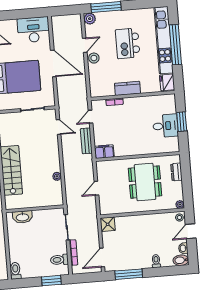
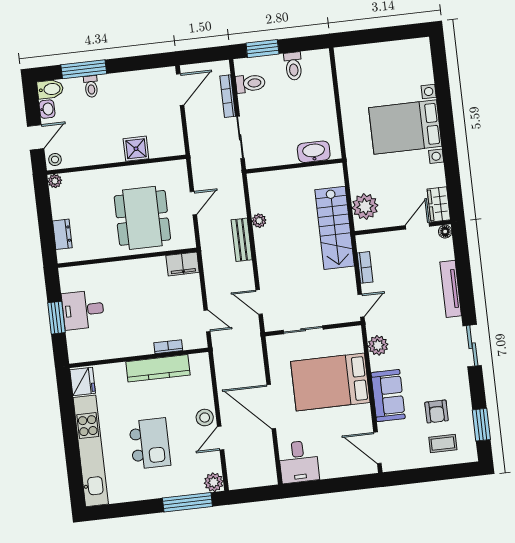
desk: (34, 30) -> (299, 462), width x0.73
window: (175, 45) -> (71, 444), removed
kitchen counter: (128, 88) -> (158, 368), width x1.50
door: (91, 117) -> (207, 321), hinge flipped
bench: (86, 141) -> (242, 240), moved
dining table: (145, 182) -> (142, 218), moved
shower: (108, 224) -> (136, 149), moved
toilet: (15, 271) -> (293, 66), moved
window: (129, 274) -> (84, 69), moved

